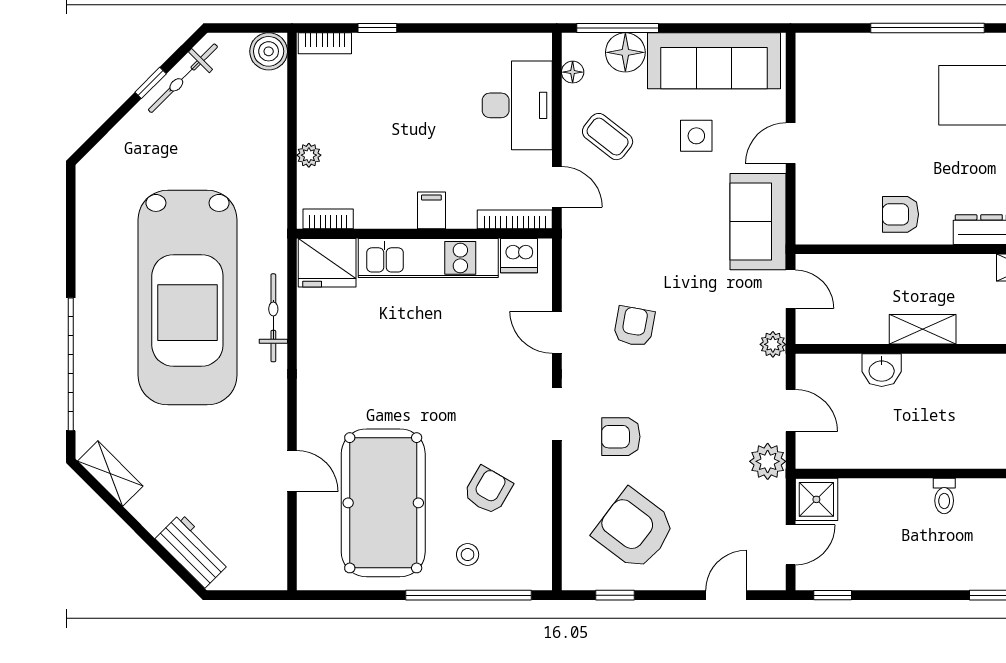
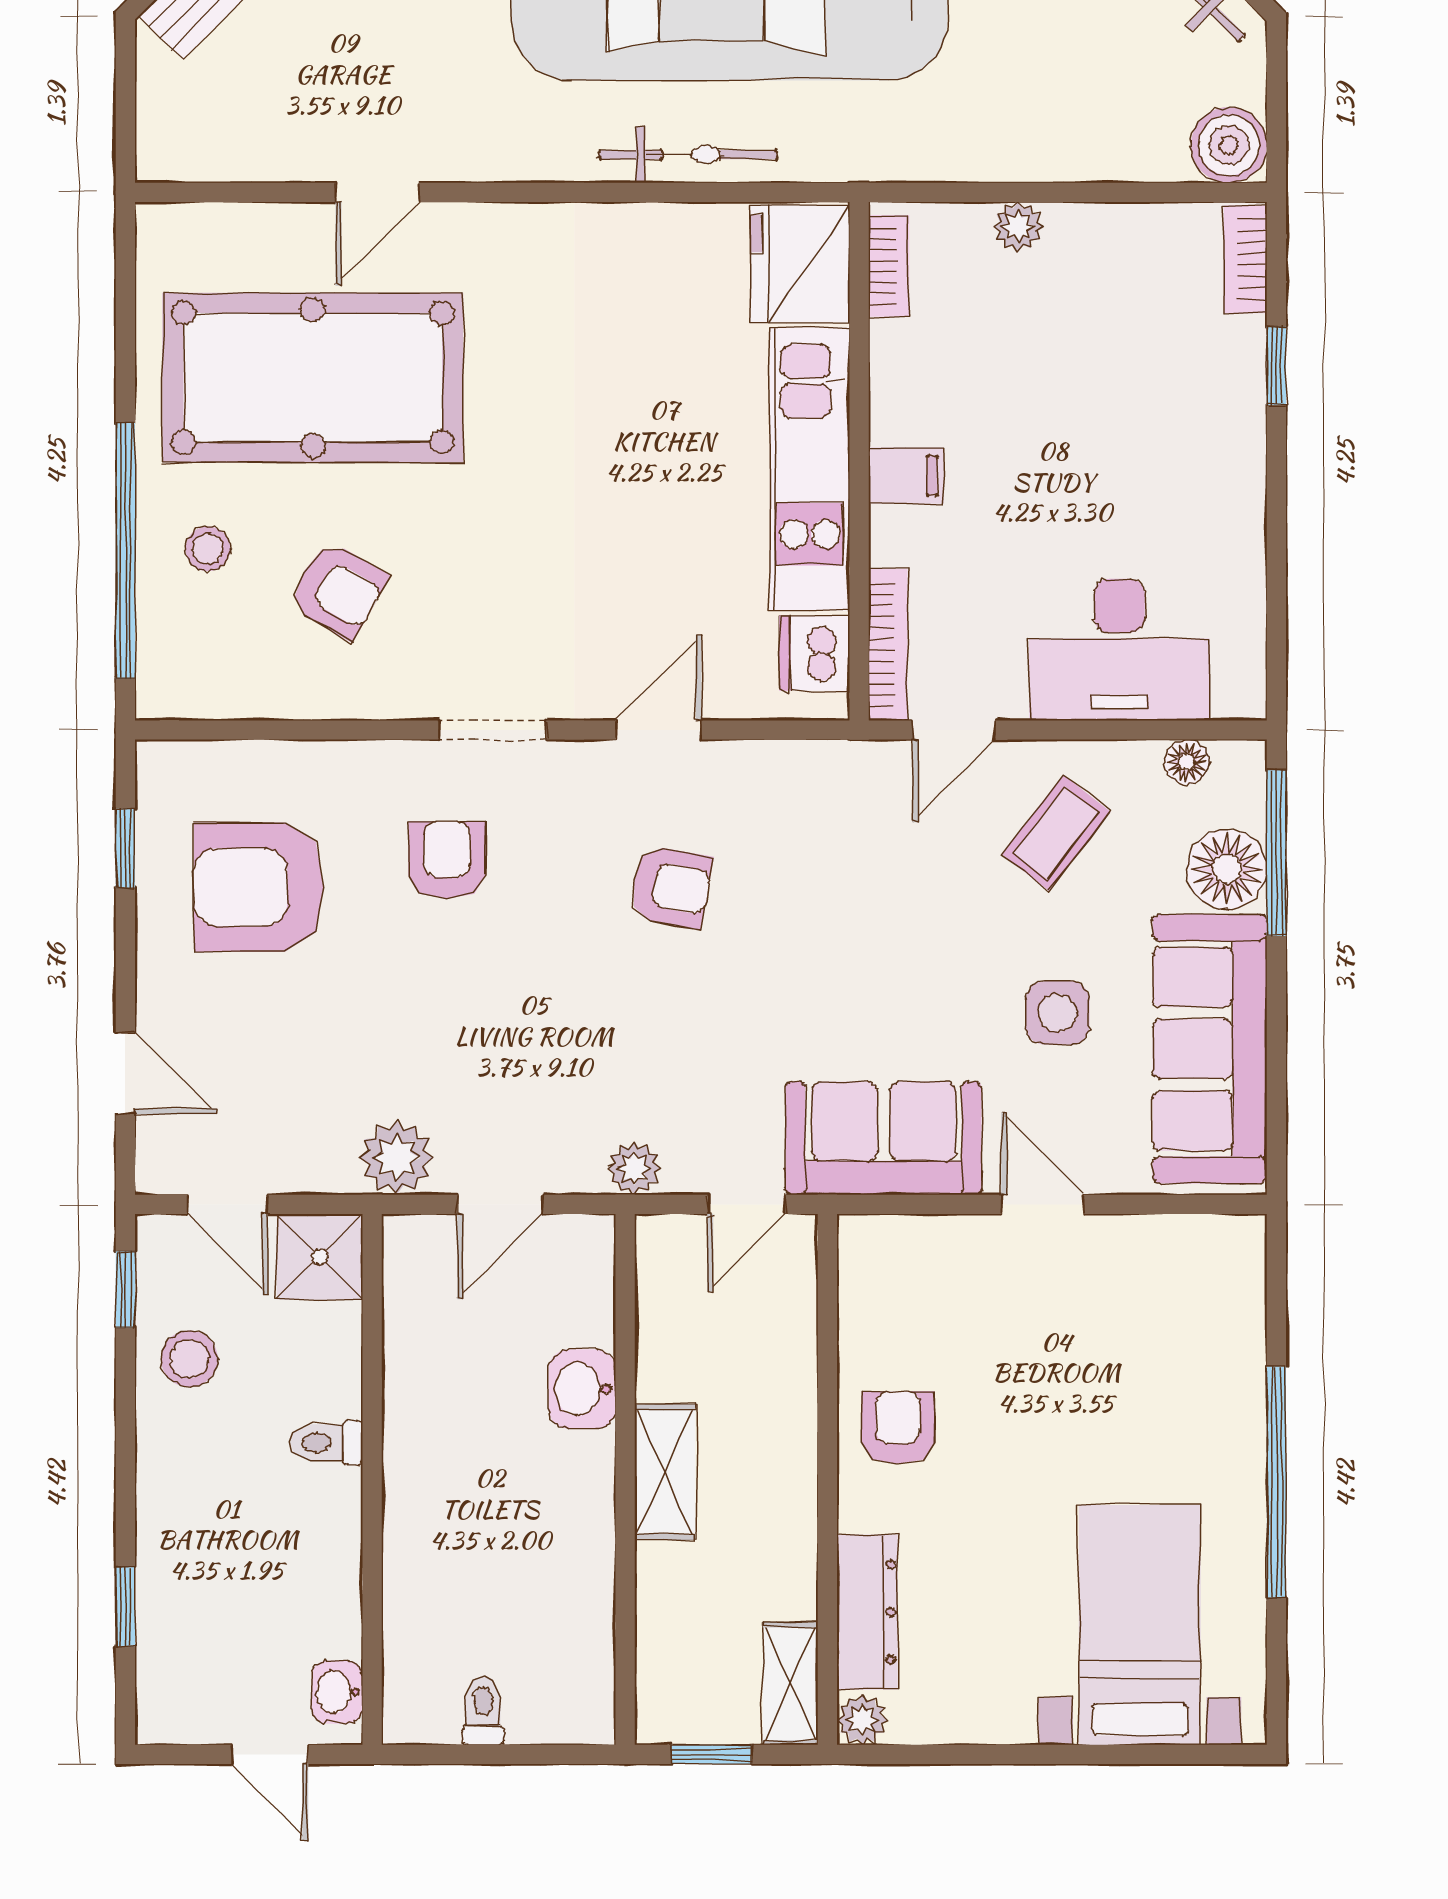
toilet: (944, 496) -> (327, 1443), moved
armchair: (634, 529) -> (259, 887), turned -127
stool: (867, 564) -> (189, 1359), added

